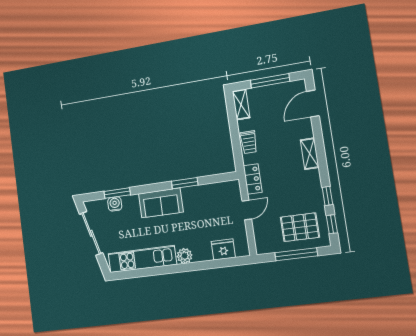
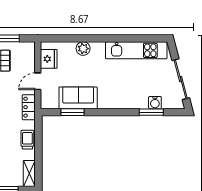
window: (185, 183) -> (72, 112), moved
sofa: (161, 203) -> (78, 98), moved
fridge: (223, 249) -> (49, 59), moved, turned -90
plant: (185, 256) -> (83, 49), moved

